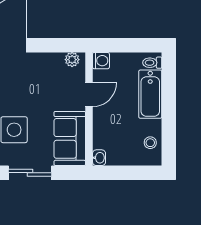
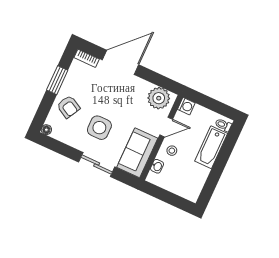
plant: (72, 60) -> (159, 98), width x1.88, depth x1.88
stool: (150, 143) -> (172, 151), moved
washbasin: (99, 158) -> (157, 166), moved

